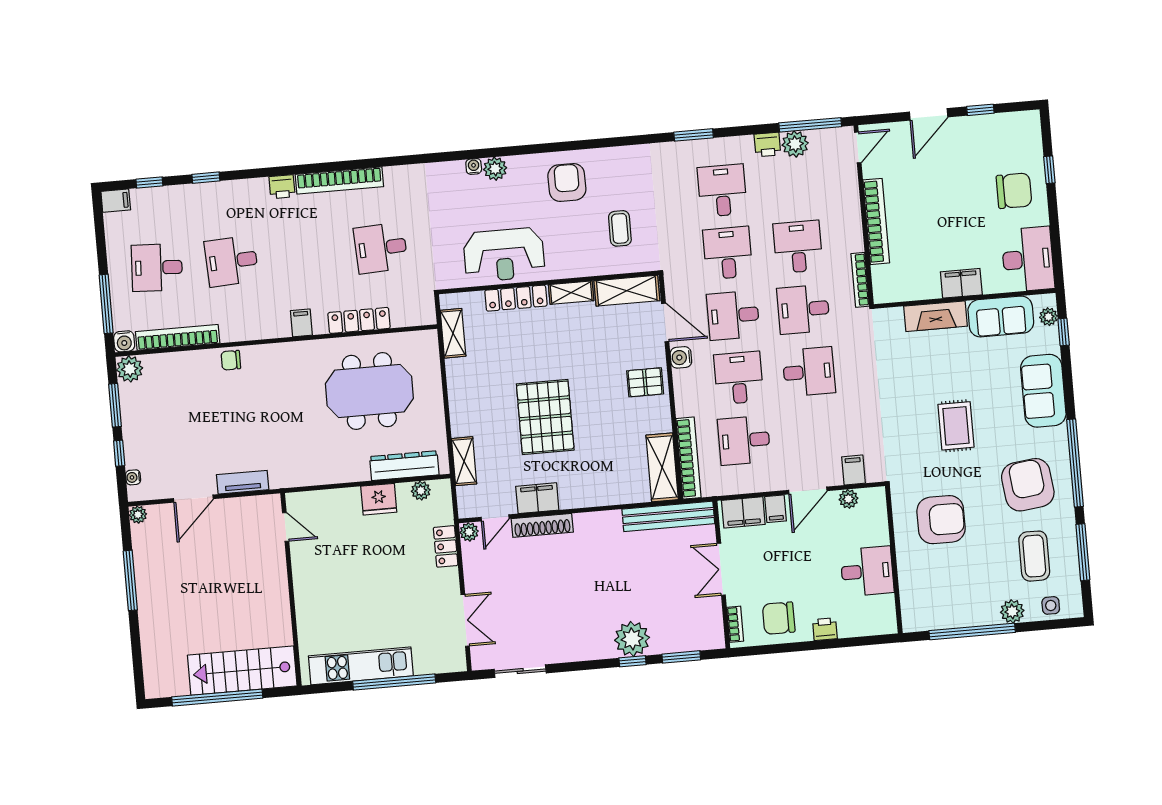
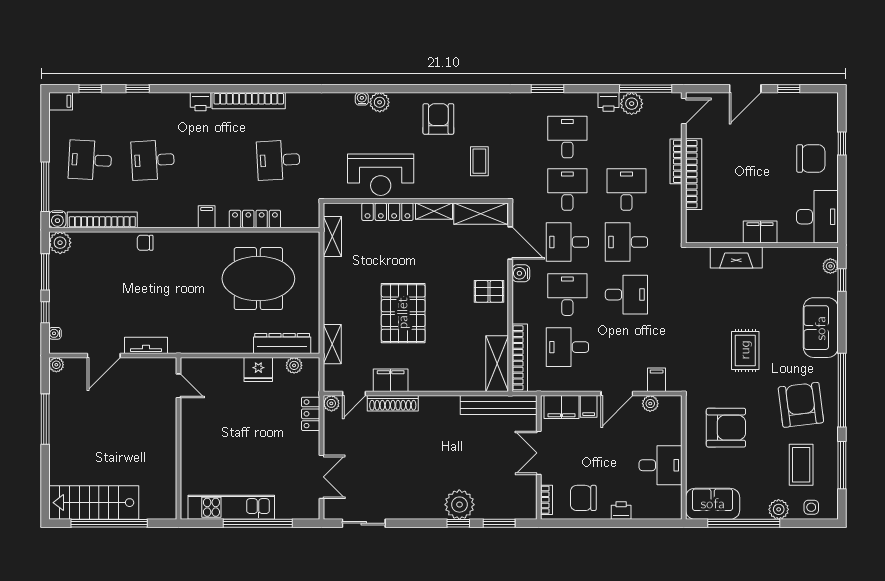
bookcase: (860, 280) -> (676, 161), moved
sofa: (1001, 316) -> (713, 504), moved, turned 180
stairs: (242, 671) -> (94, 503), moved

